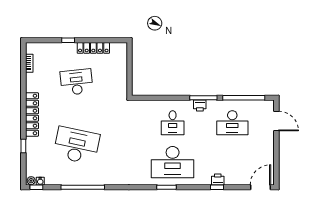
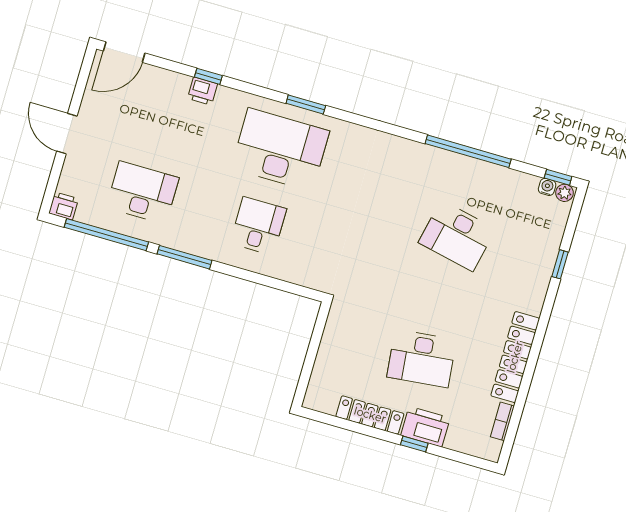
printer: (65, 50) -> (425, 427), added
printer: (200, 106) -> (64, 206), moved
locker: (32, 114) -> (515, 357), moved
door: (276, 121) -> (67, 134), moved
desk: (76, 145) -> (457, 236), width x0.73, depth x0.77

